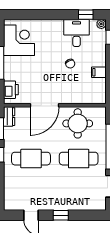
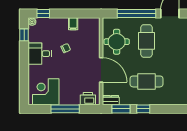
desk: (77, 33) -> (40, 54), moved
cafe table: (31, 159) -> (147, 81), turned 90

